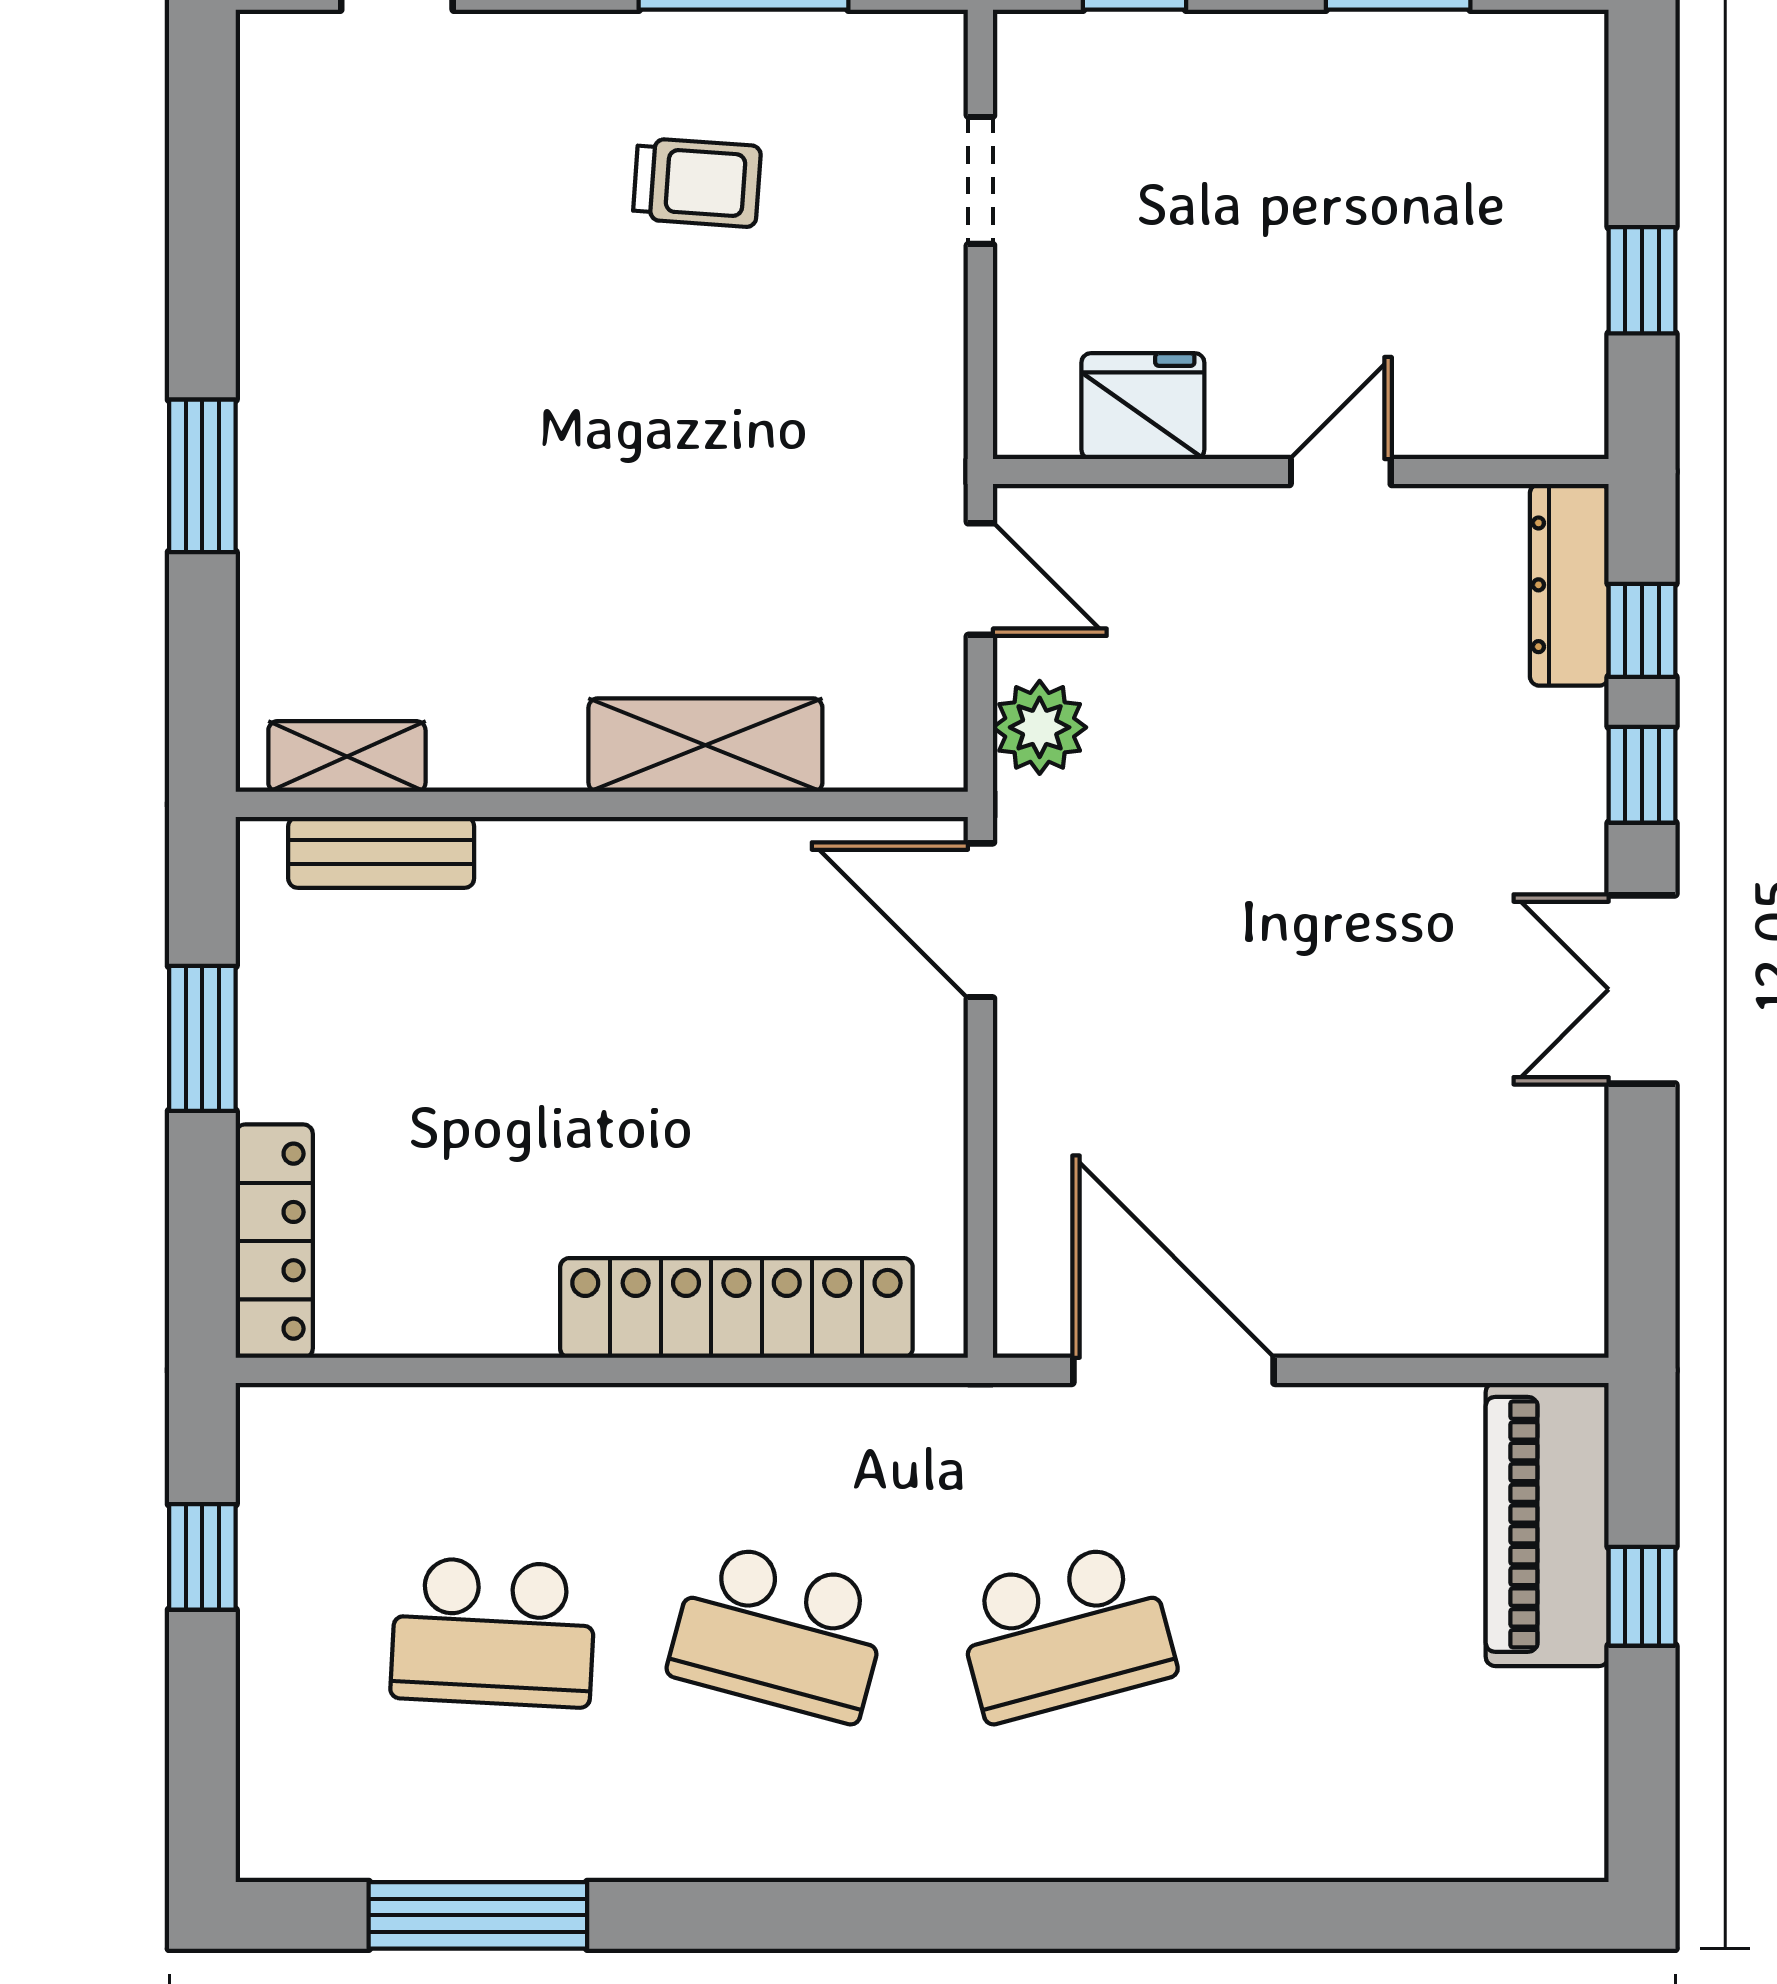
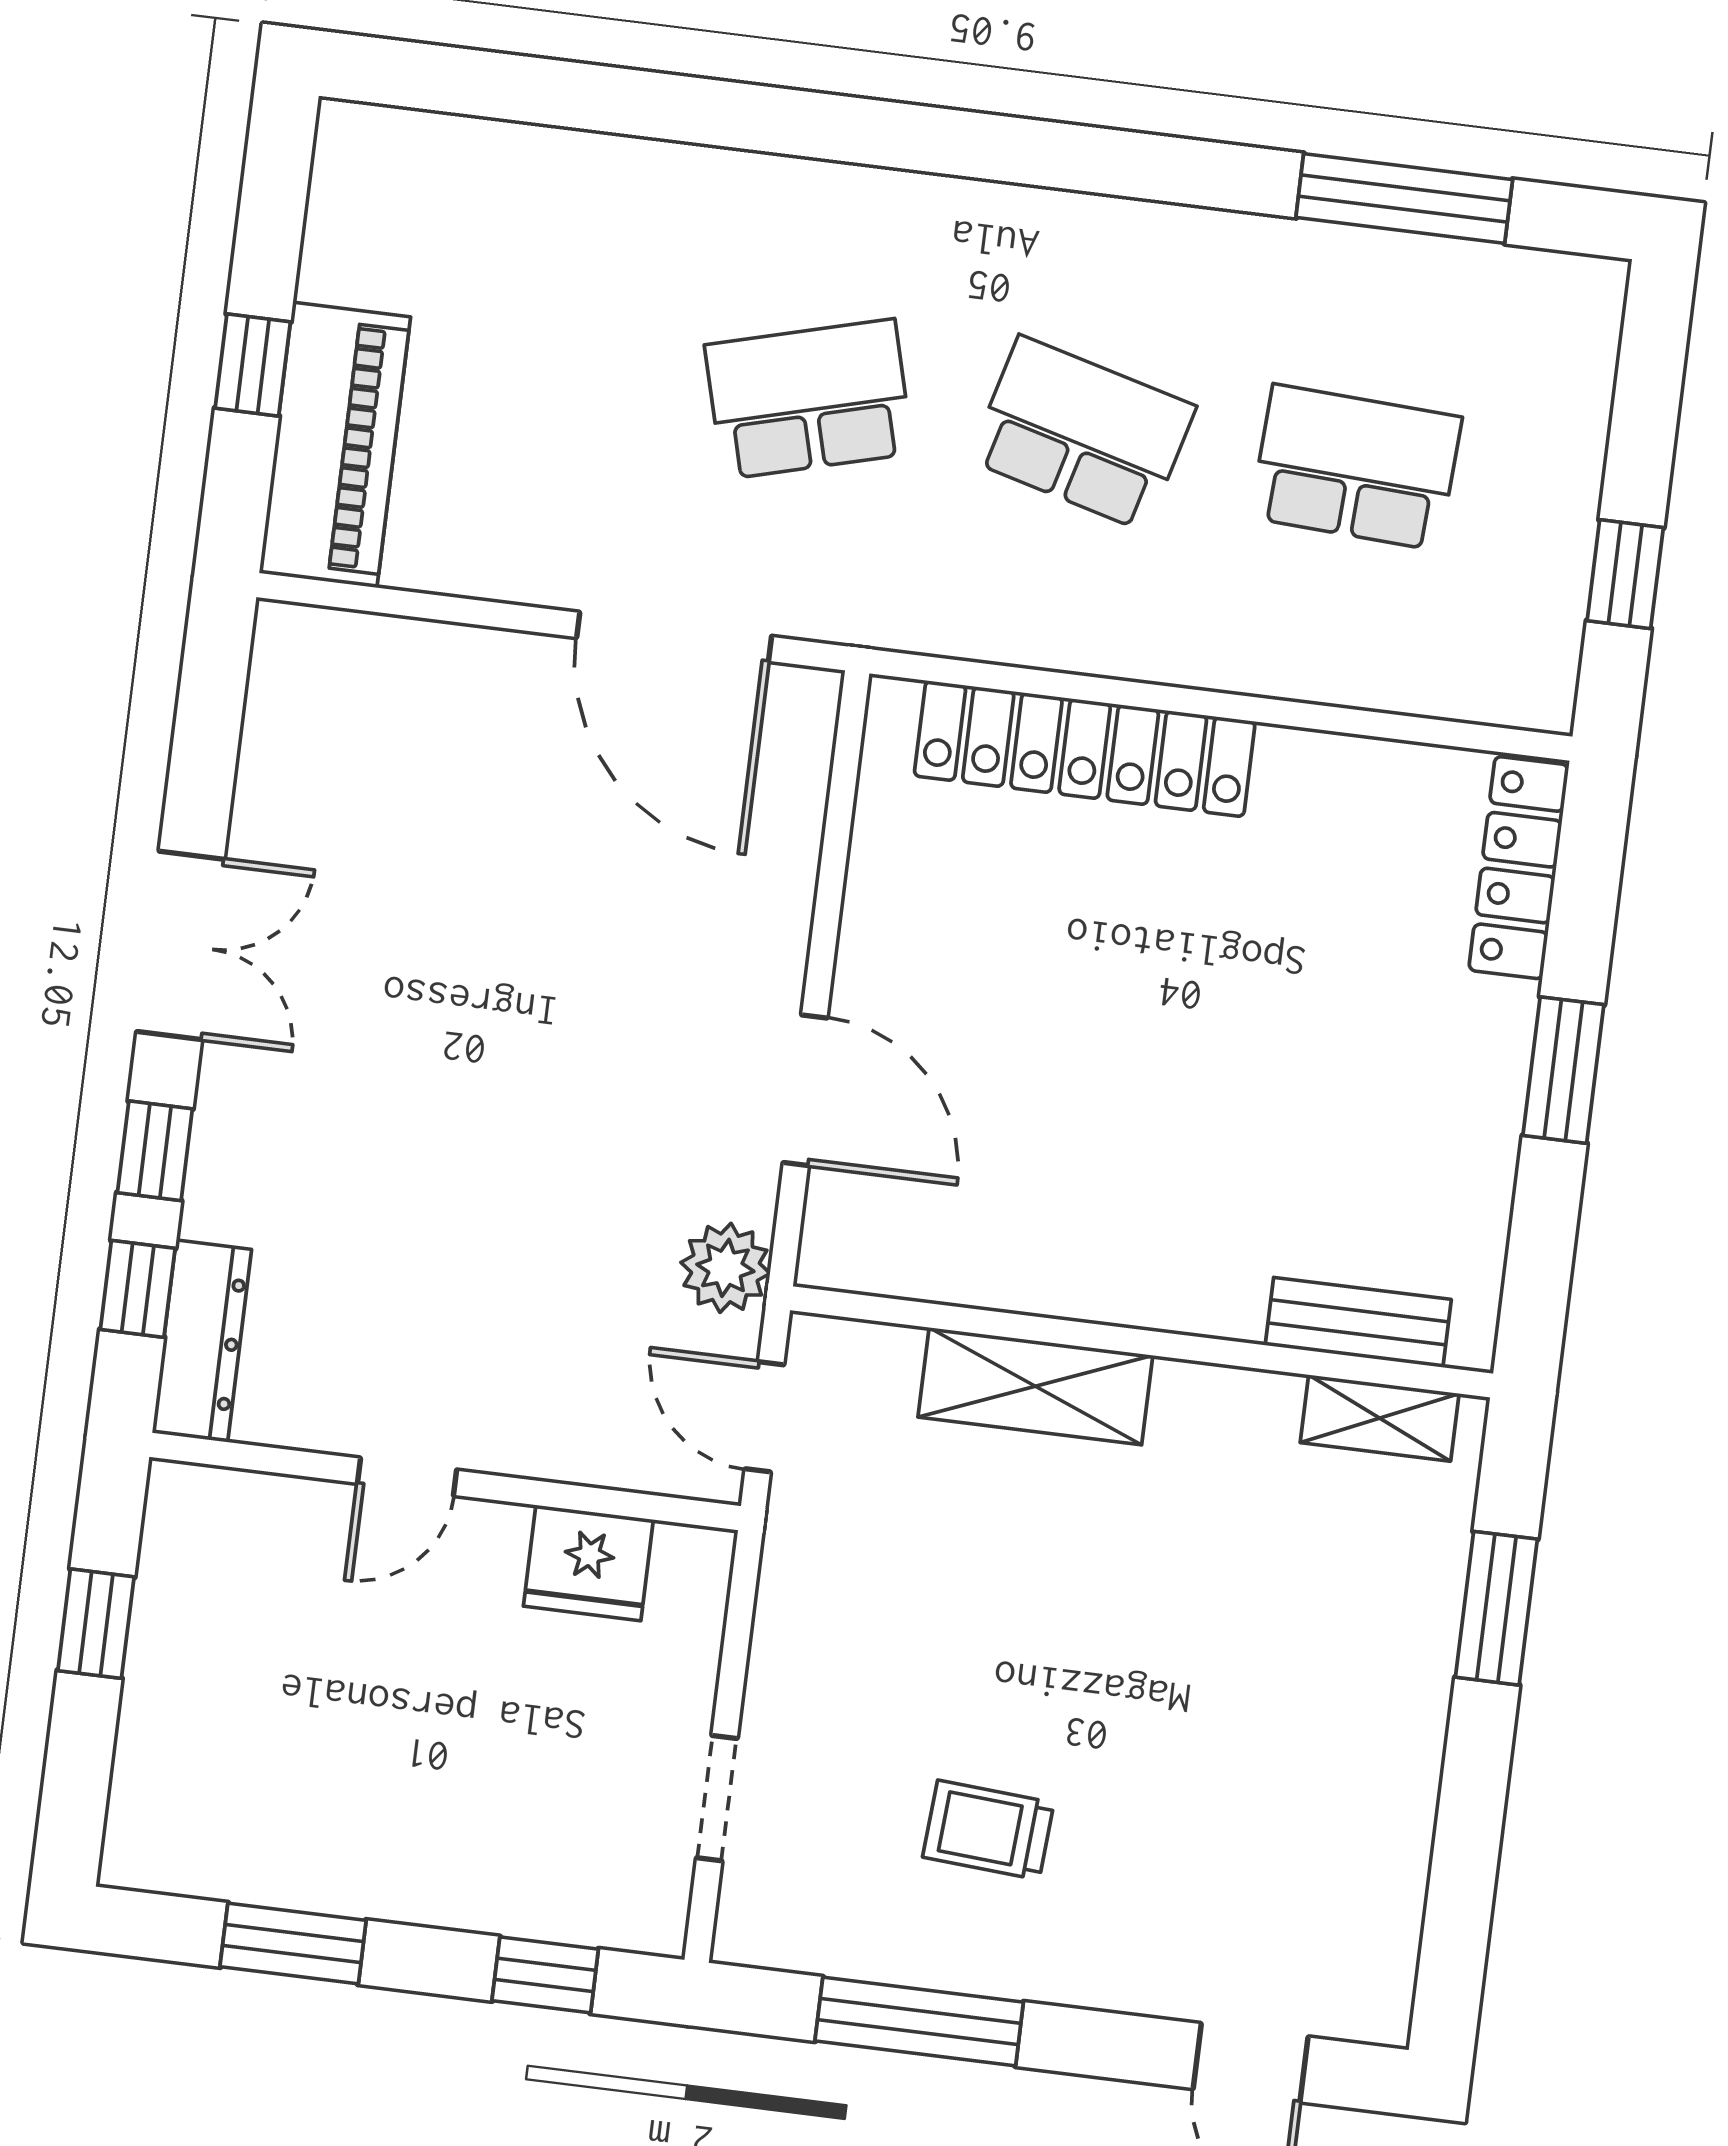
shelving: (705, 745) -> (1035, 1386), moved
shelving: (347, 757) -> (1380, 1418), moved
wall: (602, 804) -> (1142, 1342), moved
bench: (381, 852) -> (1358, 1322), moved

